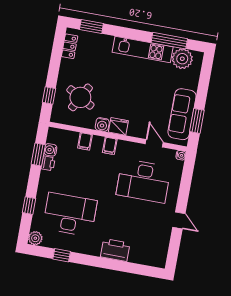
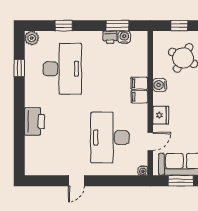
fridge: (118, 126) -> (161, 115), moved
filing cabinet: (85, 141) -> (139, 83), moved

